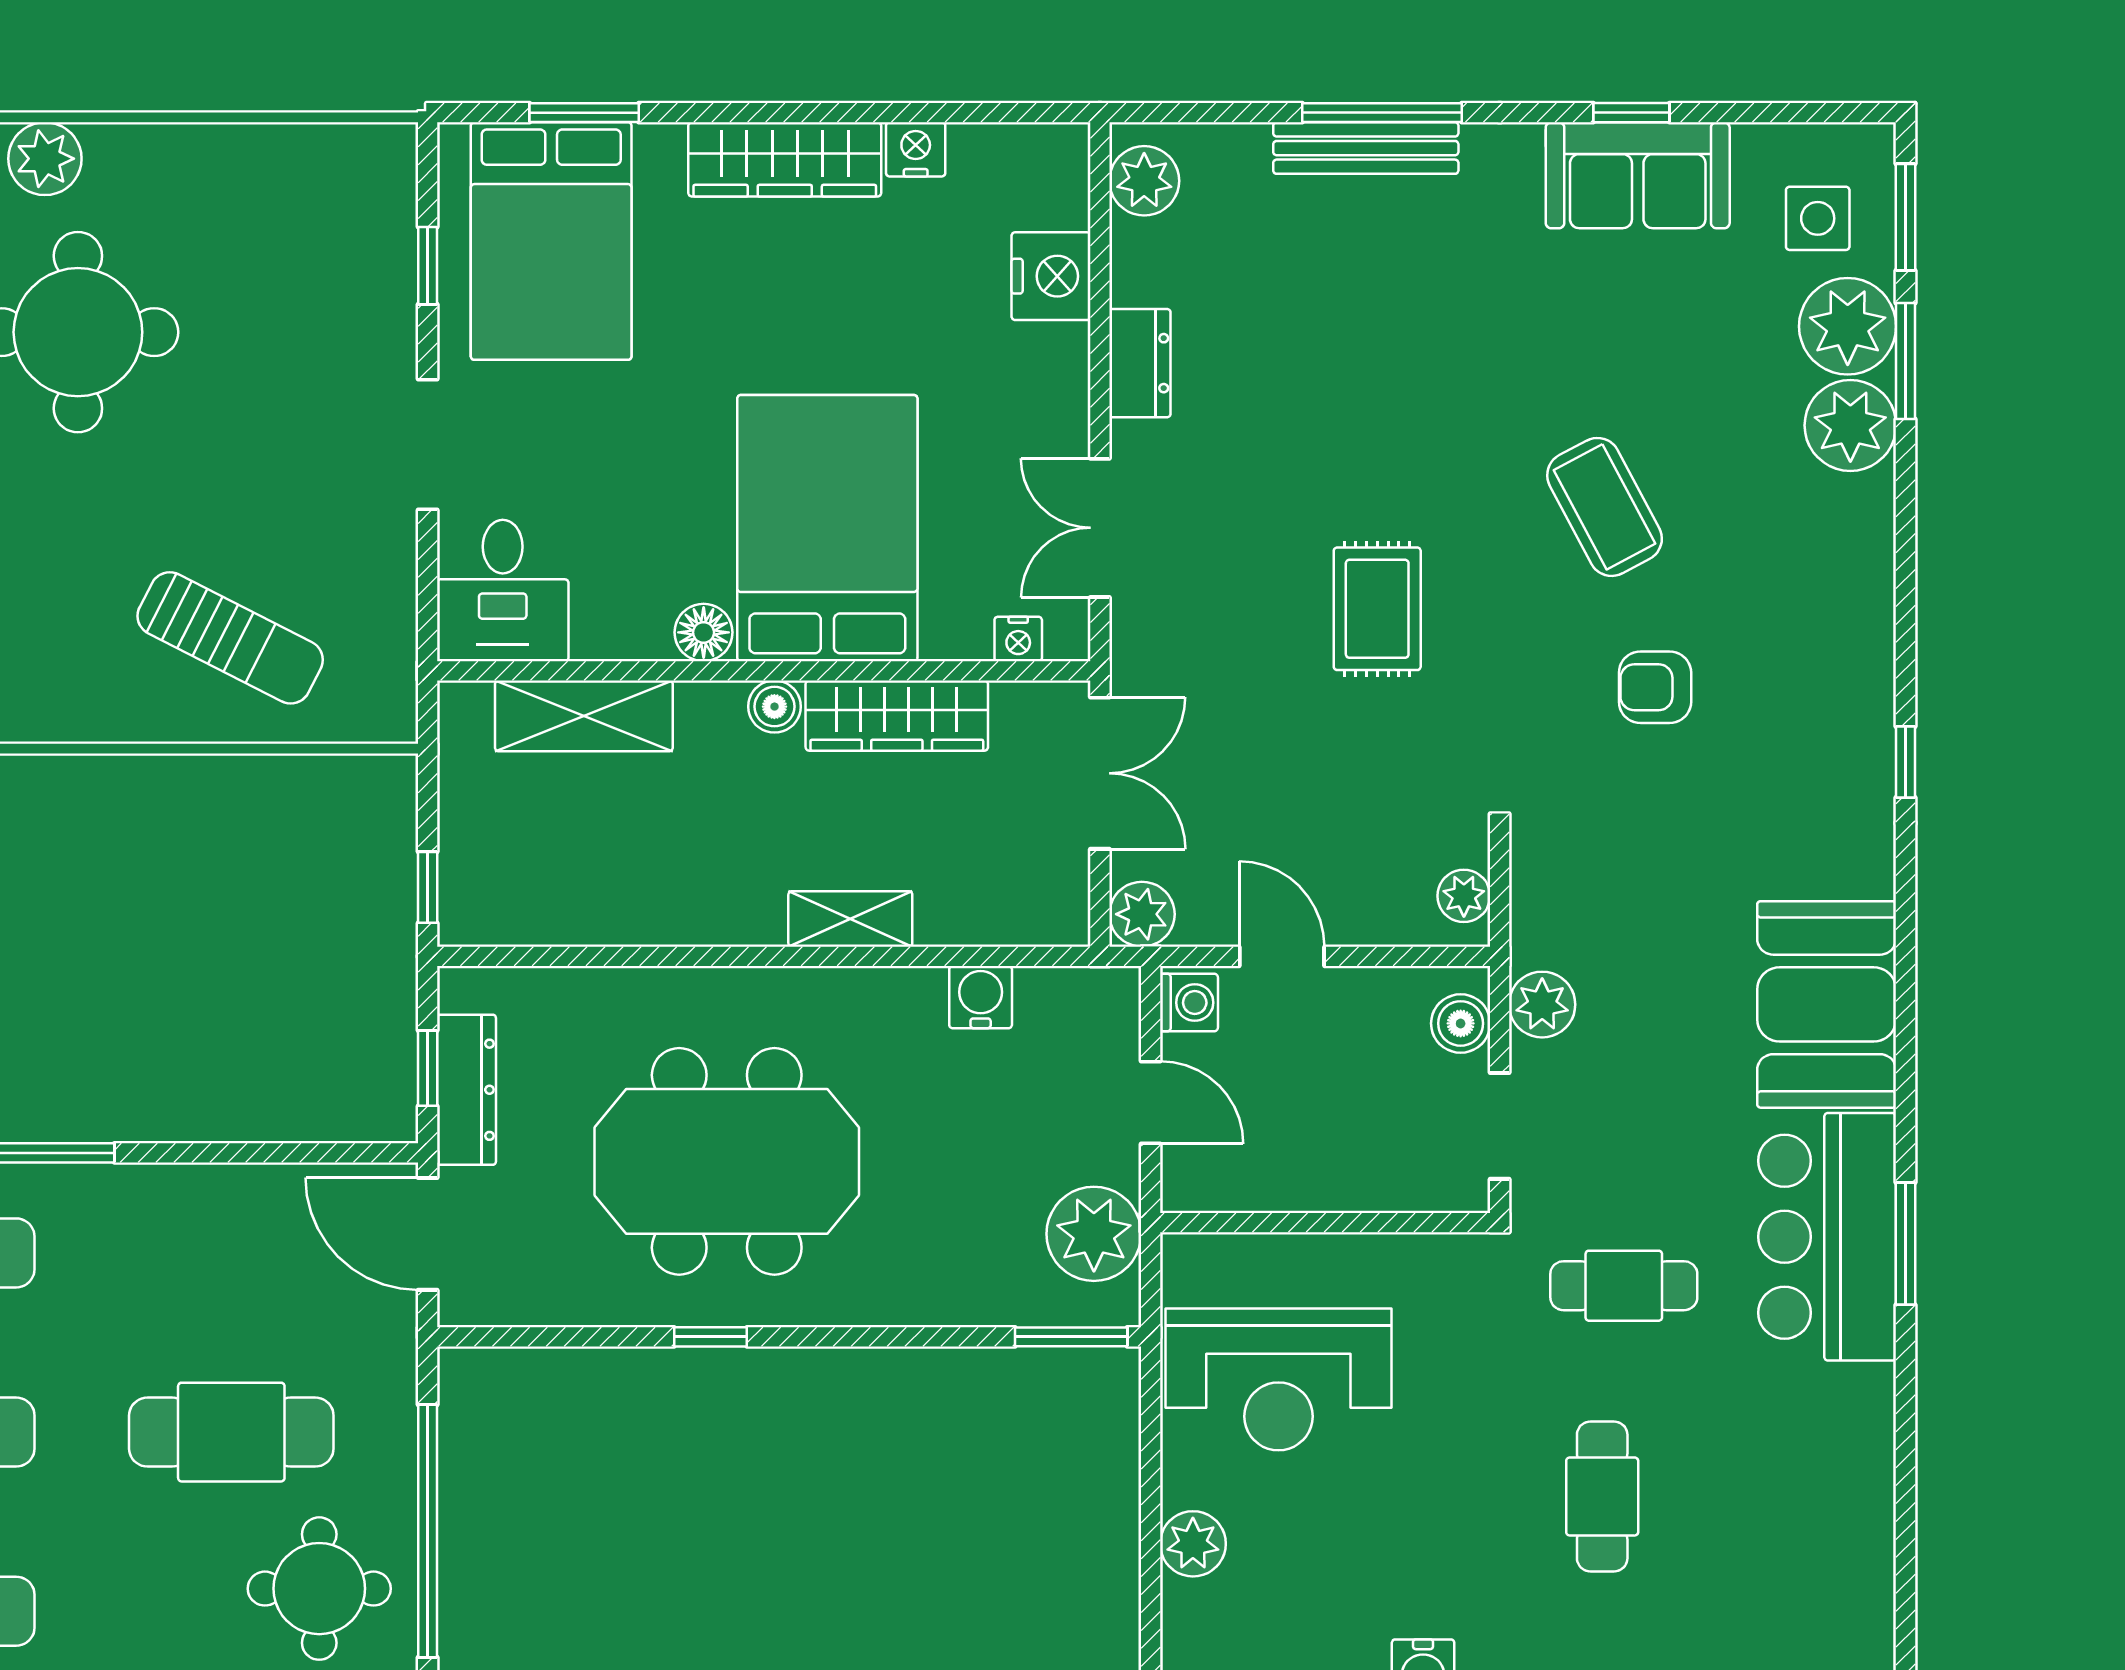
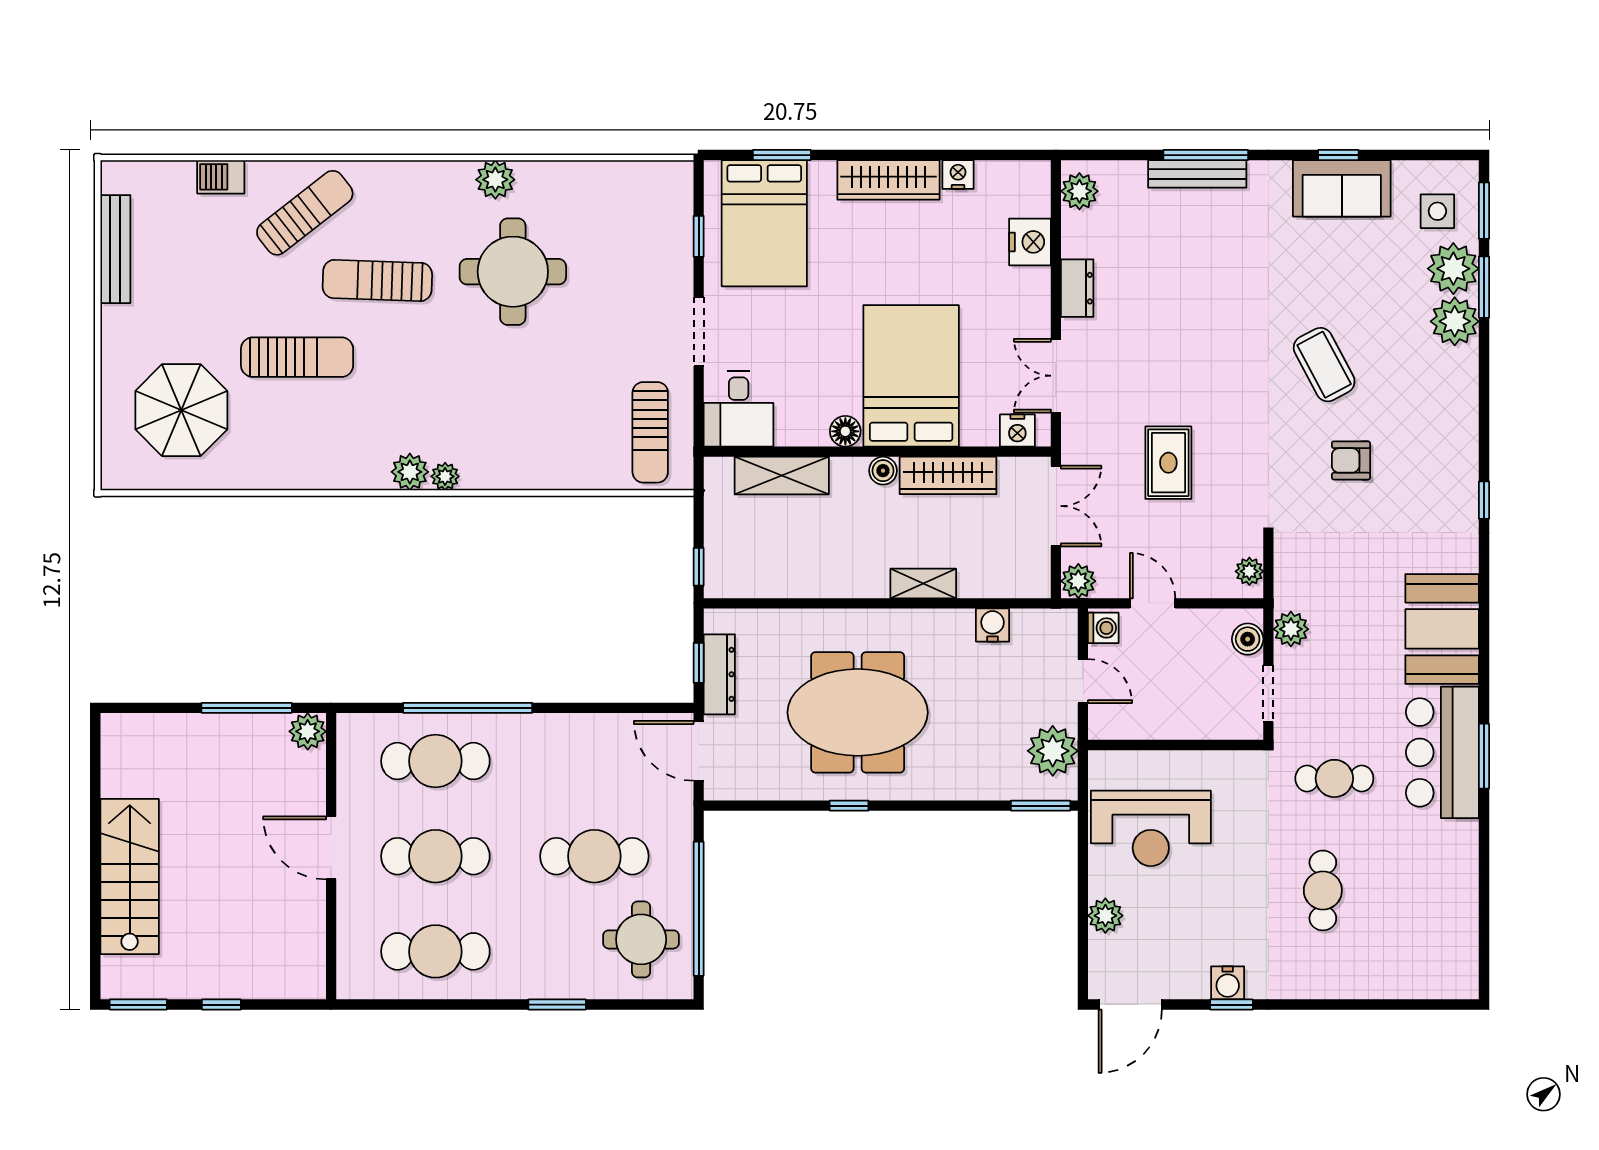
rug: (1377, 609) -> (1168, 463), moved
sun lounger: (230, 638) -> (650, 432), moved, turned 63
nightstand: (1018, 639) -> (1017, 431), width x1.39, depth x1.35

